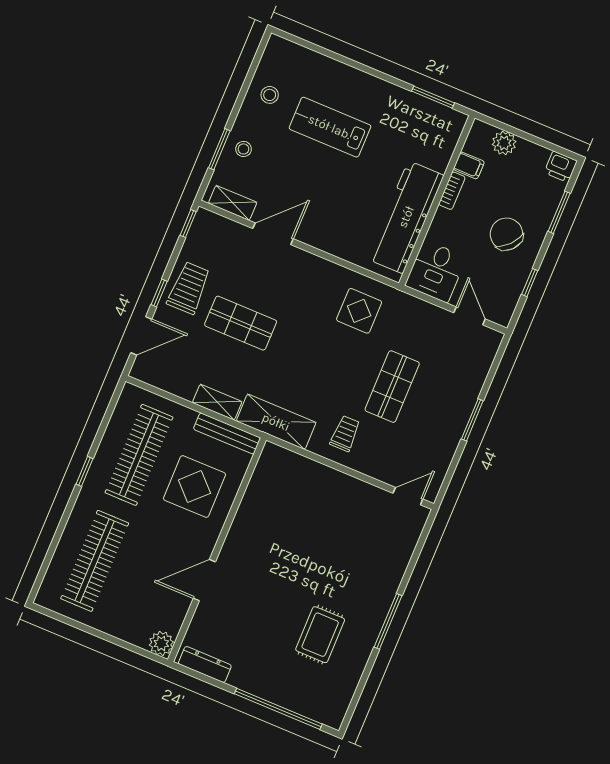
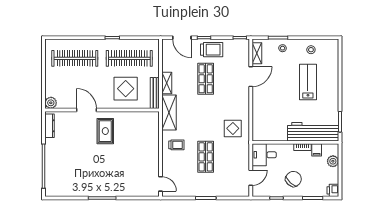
workbench: (406, 217) -> (313, 132), moved
door: (273, 234) -> (251, 77), hinge flipped
shop shelf: (392, 387) -> (206, 157), turned 90
rug: (320, 635) -> (105, 131), moved, turned 90

